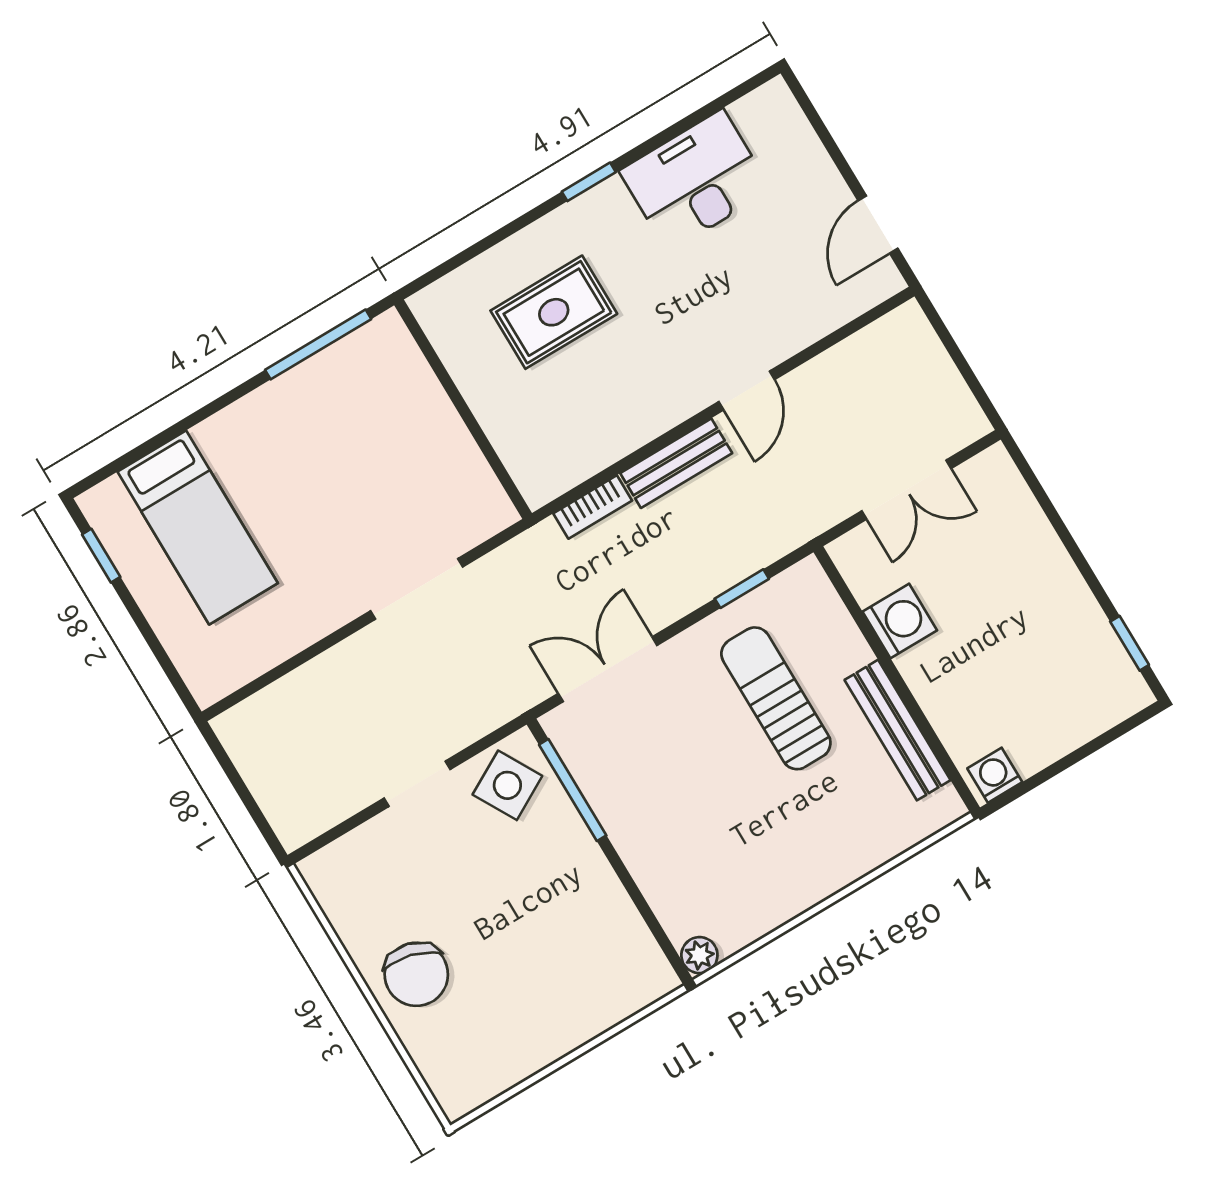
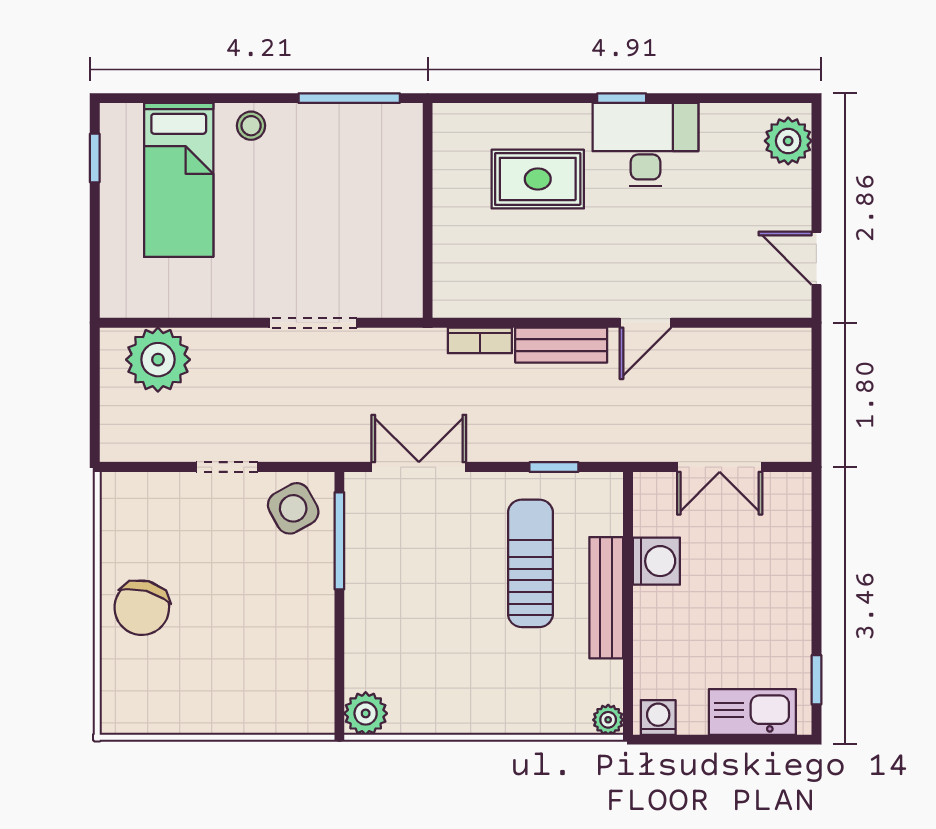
plant: (780, 125) -> (788, 141), added
desk: (695, 180) -> (645, 145), moved
door: (878, 224) -> (816, 258), hinge flipped
stool: (237, 430) -> (251, 126), added
kitchen sink: (1085, 713) -> (752, 712), added
plant: (284, 718) -> (158, 360), added
bench: (897, 730) -> (606, 598), moved
plant: (946, 807) -> (608, 720), added
plant: (699, 955) -> (366, 713), width x1.38, depth x1.38

